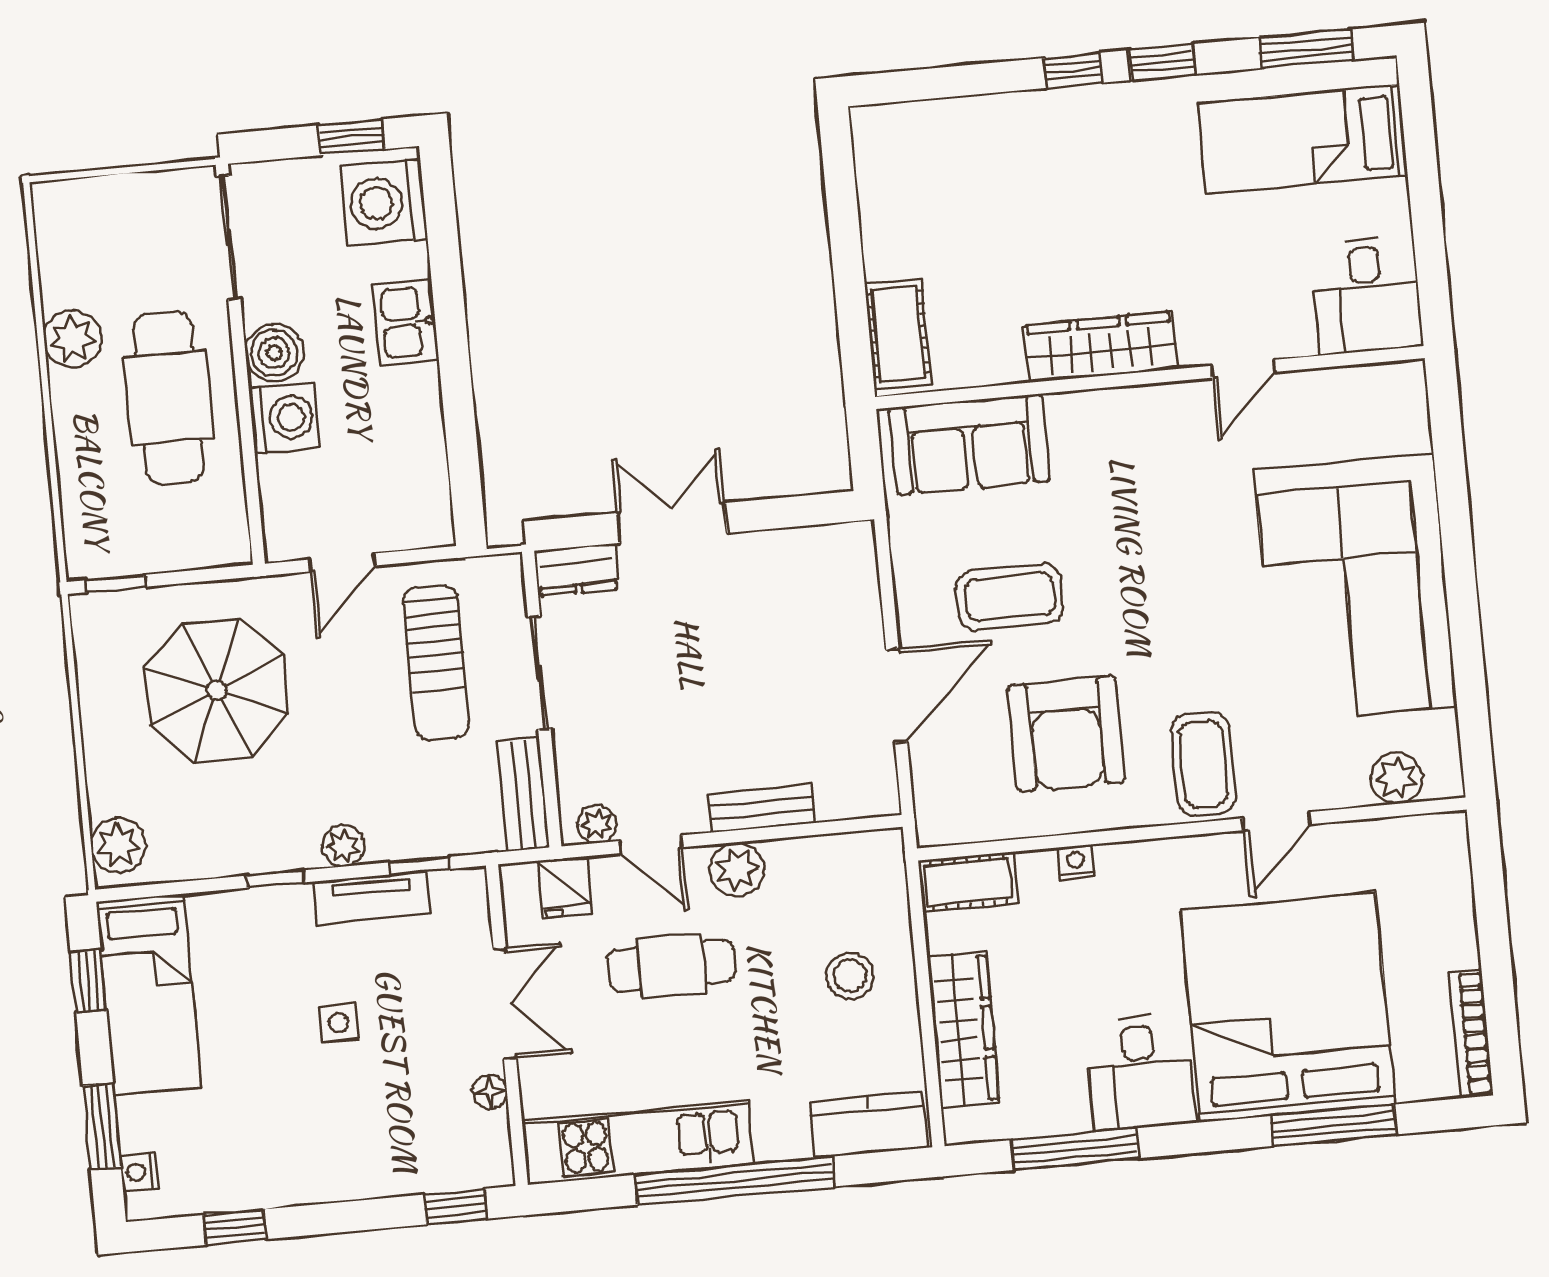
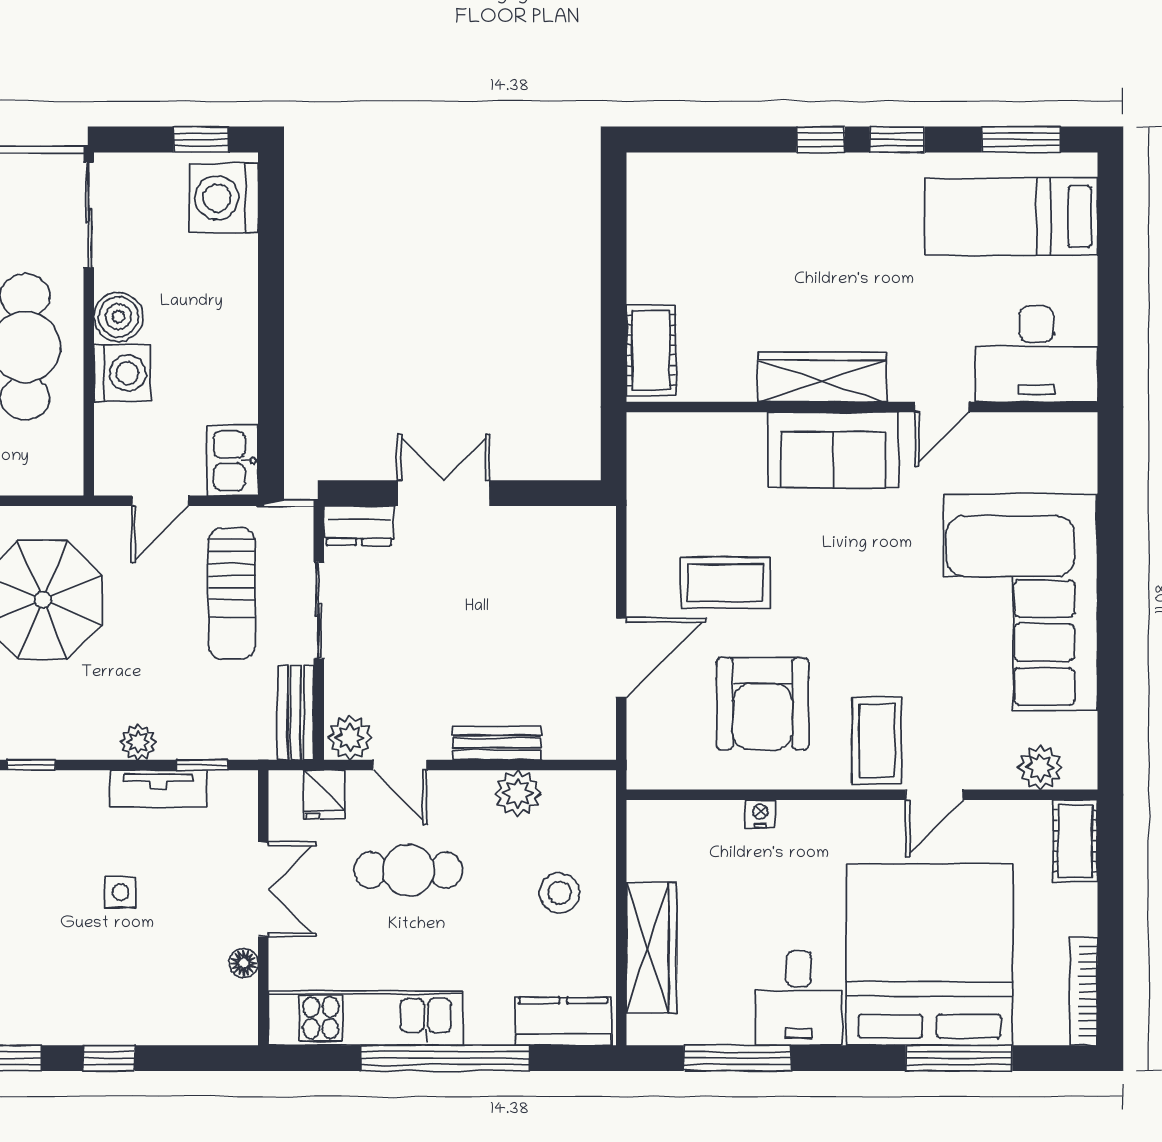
desk: (1367, 295) -> (1036, 354), width x1.37
kitchen sink: (406, 322) -> (233, 461), moved
sofa: (969, 445) -> (833, 450), moved
plant: (597, 824) -> (350, 738), width x1.38, depth x1.38
plant: (737, 869) -> (518, 793), moved
window: (276, 879) -> (31, 765), moved
cot: (968, 882) -> (1075, 841), moved, turned 90
window: (455, 1207) -> (109, 1058), moved

